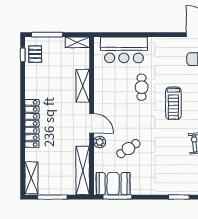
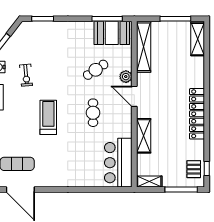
bar counter: (124, 50) -> (118, 163), moved, turned -90
cafe table: (142, 87) -> (93, 113), moved
locker: (32, 123) -> (197, 114), moved

